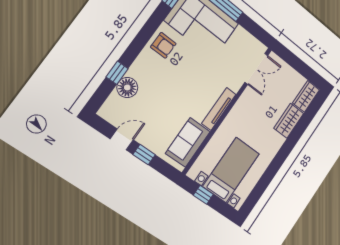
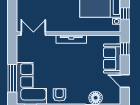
sofa: (188, 142) -> (112, 59), moved, turned 90
window: (144, 155) -> (125, 49), moved

